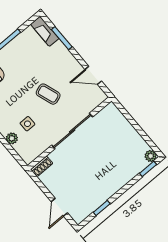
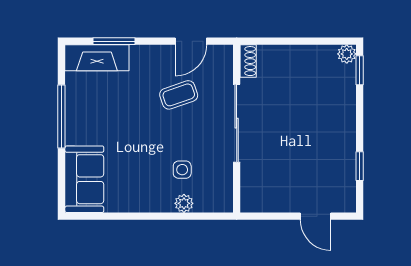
fireplace: (45, 31) -> (97, 58), width x1.37, depth x1.32
coffee table: (48, 94) -> (179, 95), moved
shoe rack: (42, 166) -> (248, 61), moved

